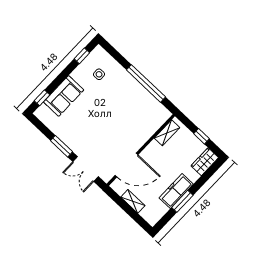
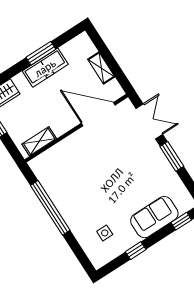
window: (82, 56) -> (136, 251), moved

